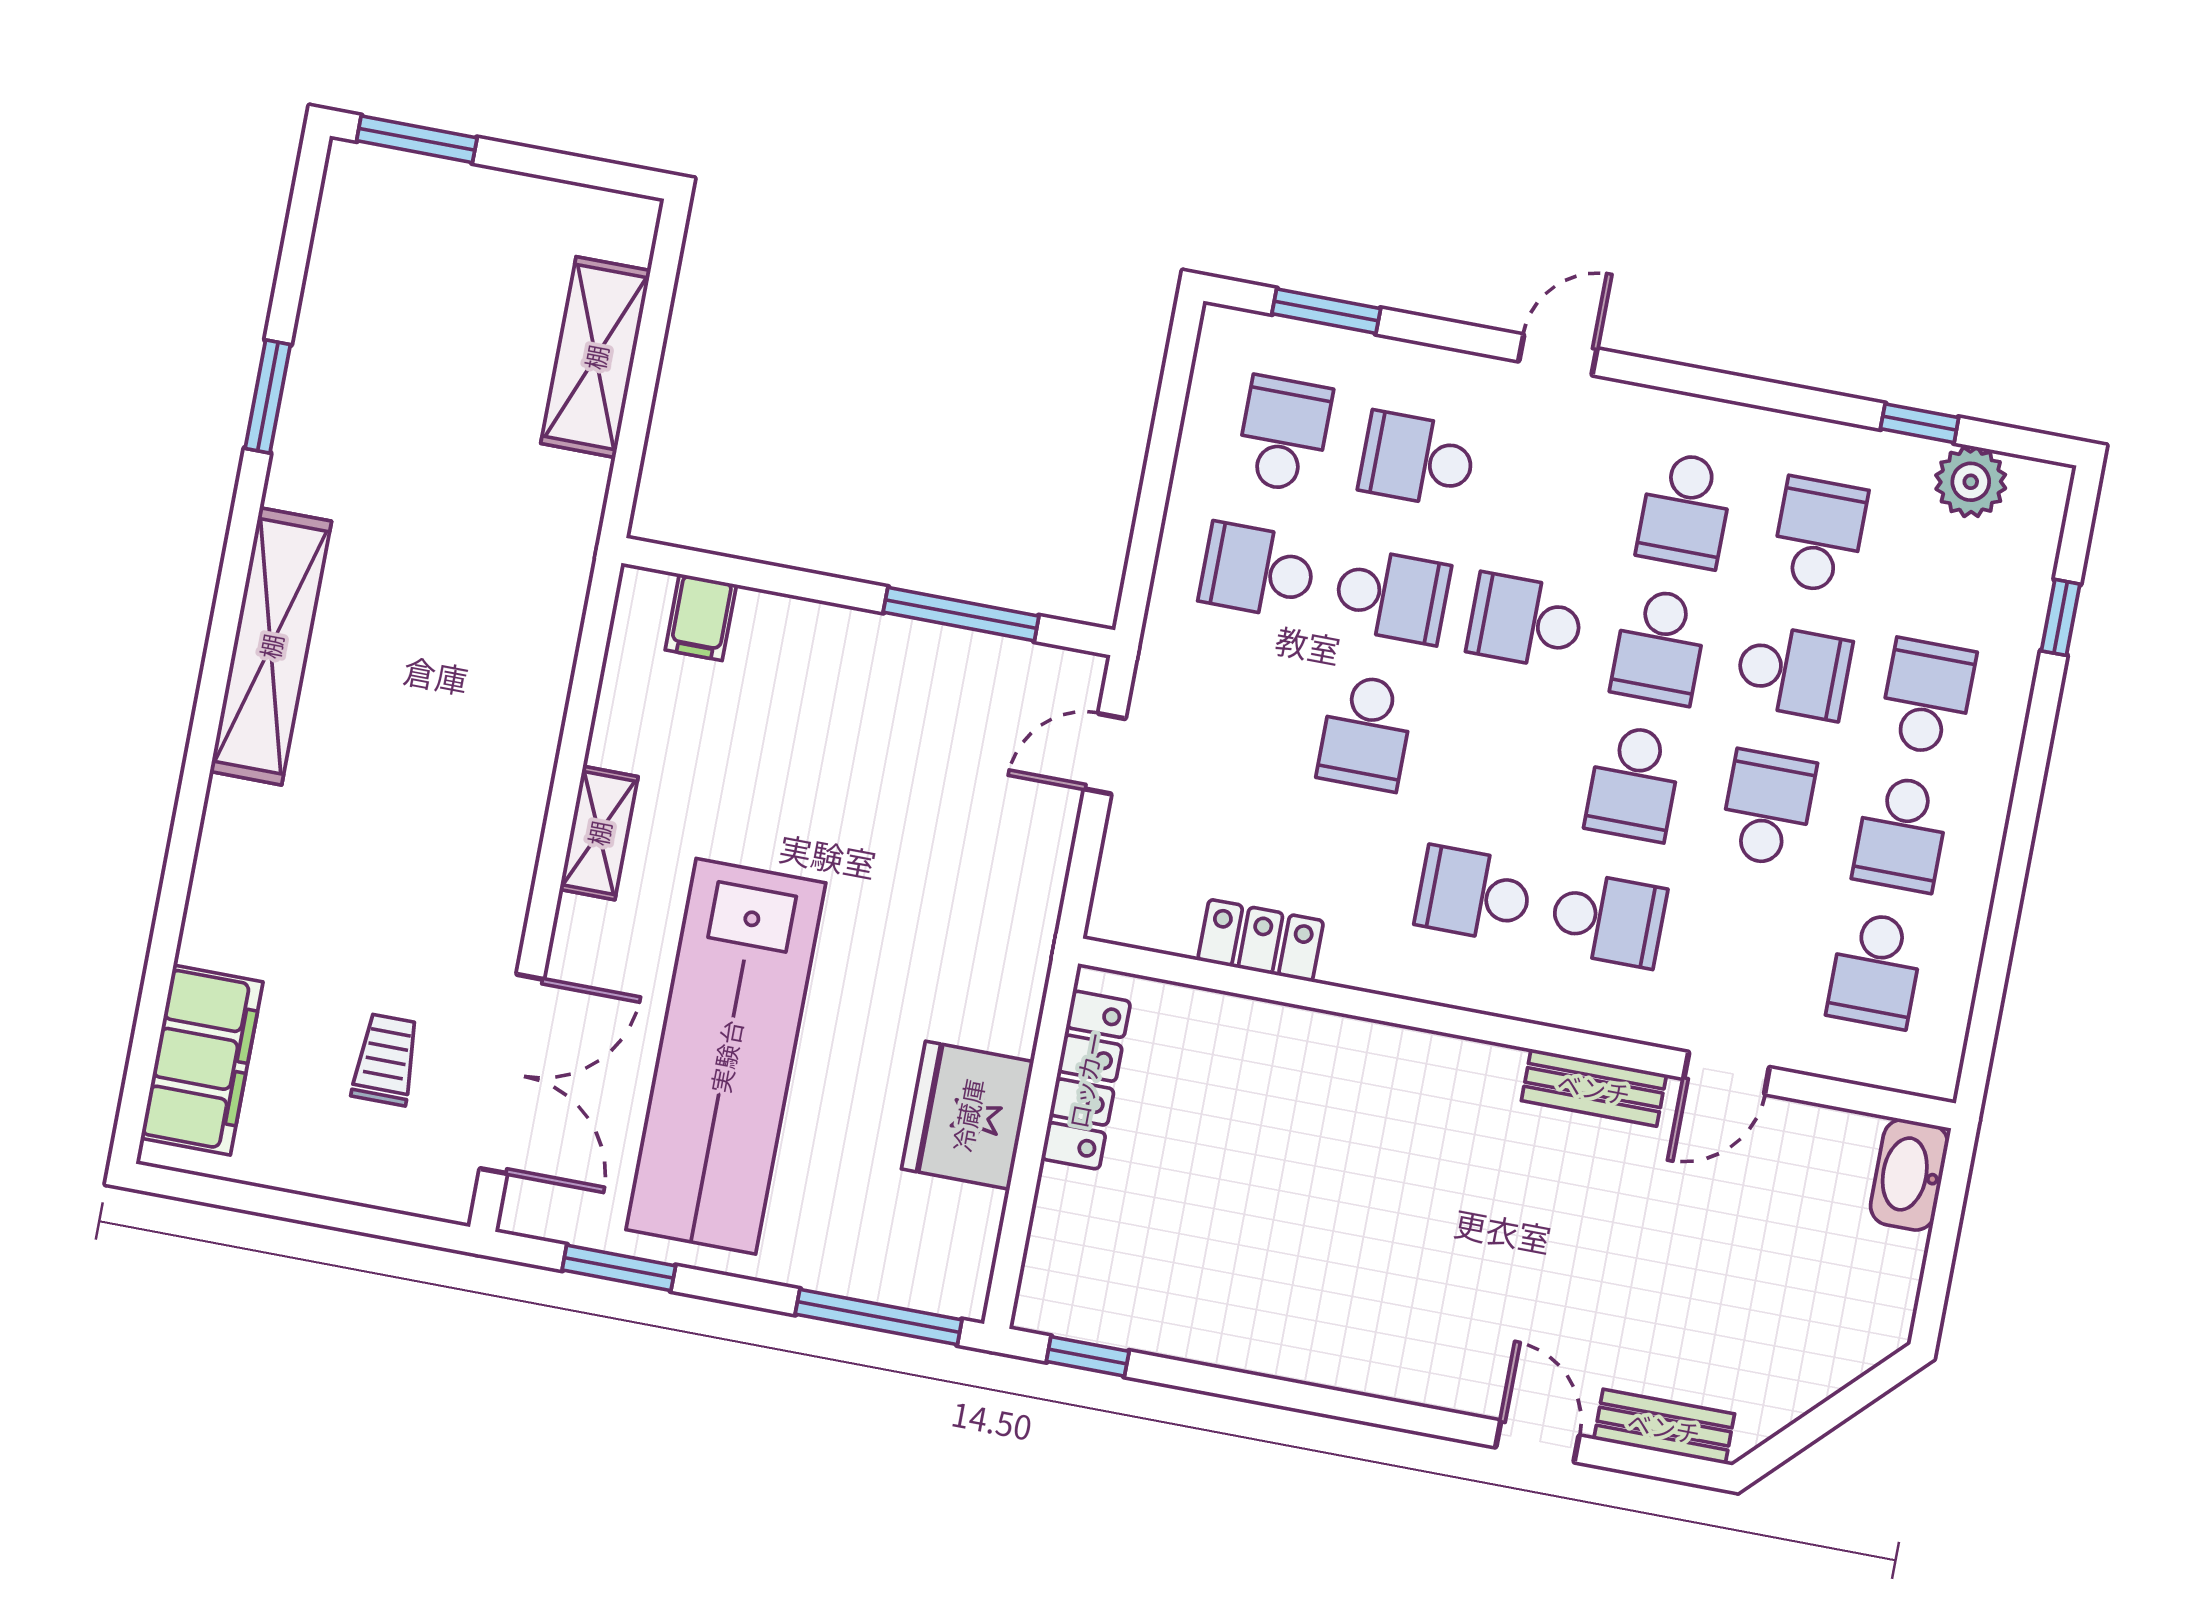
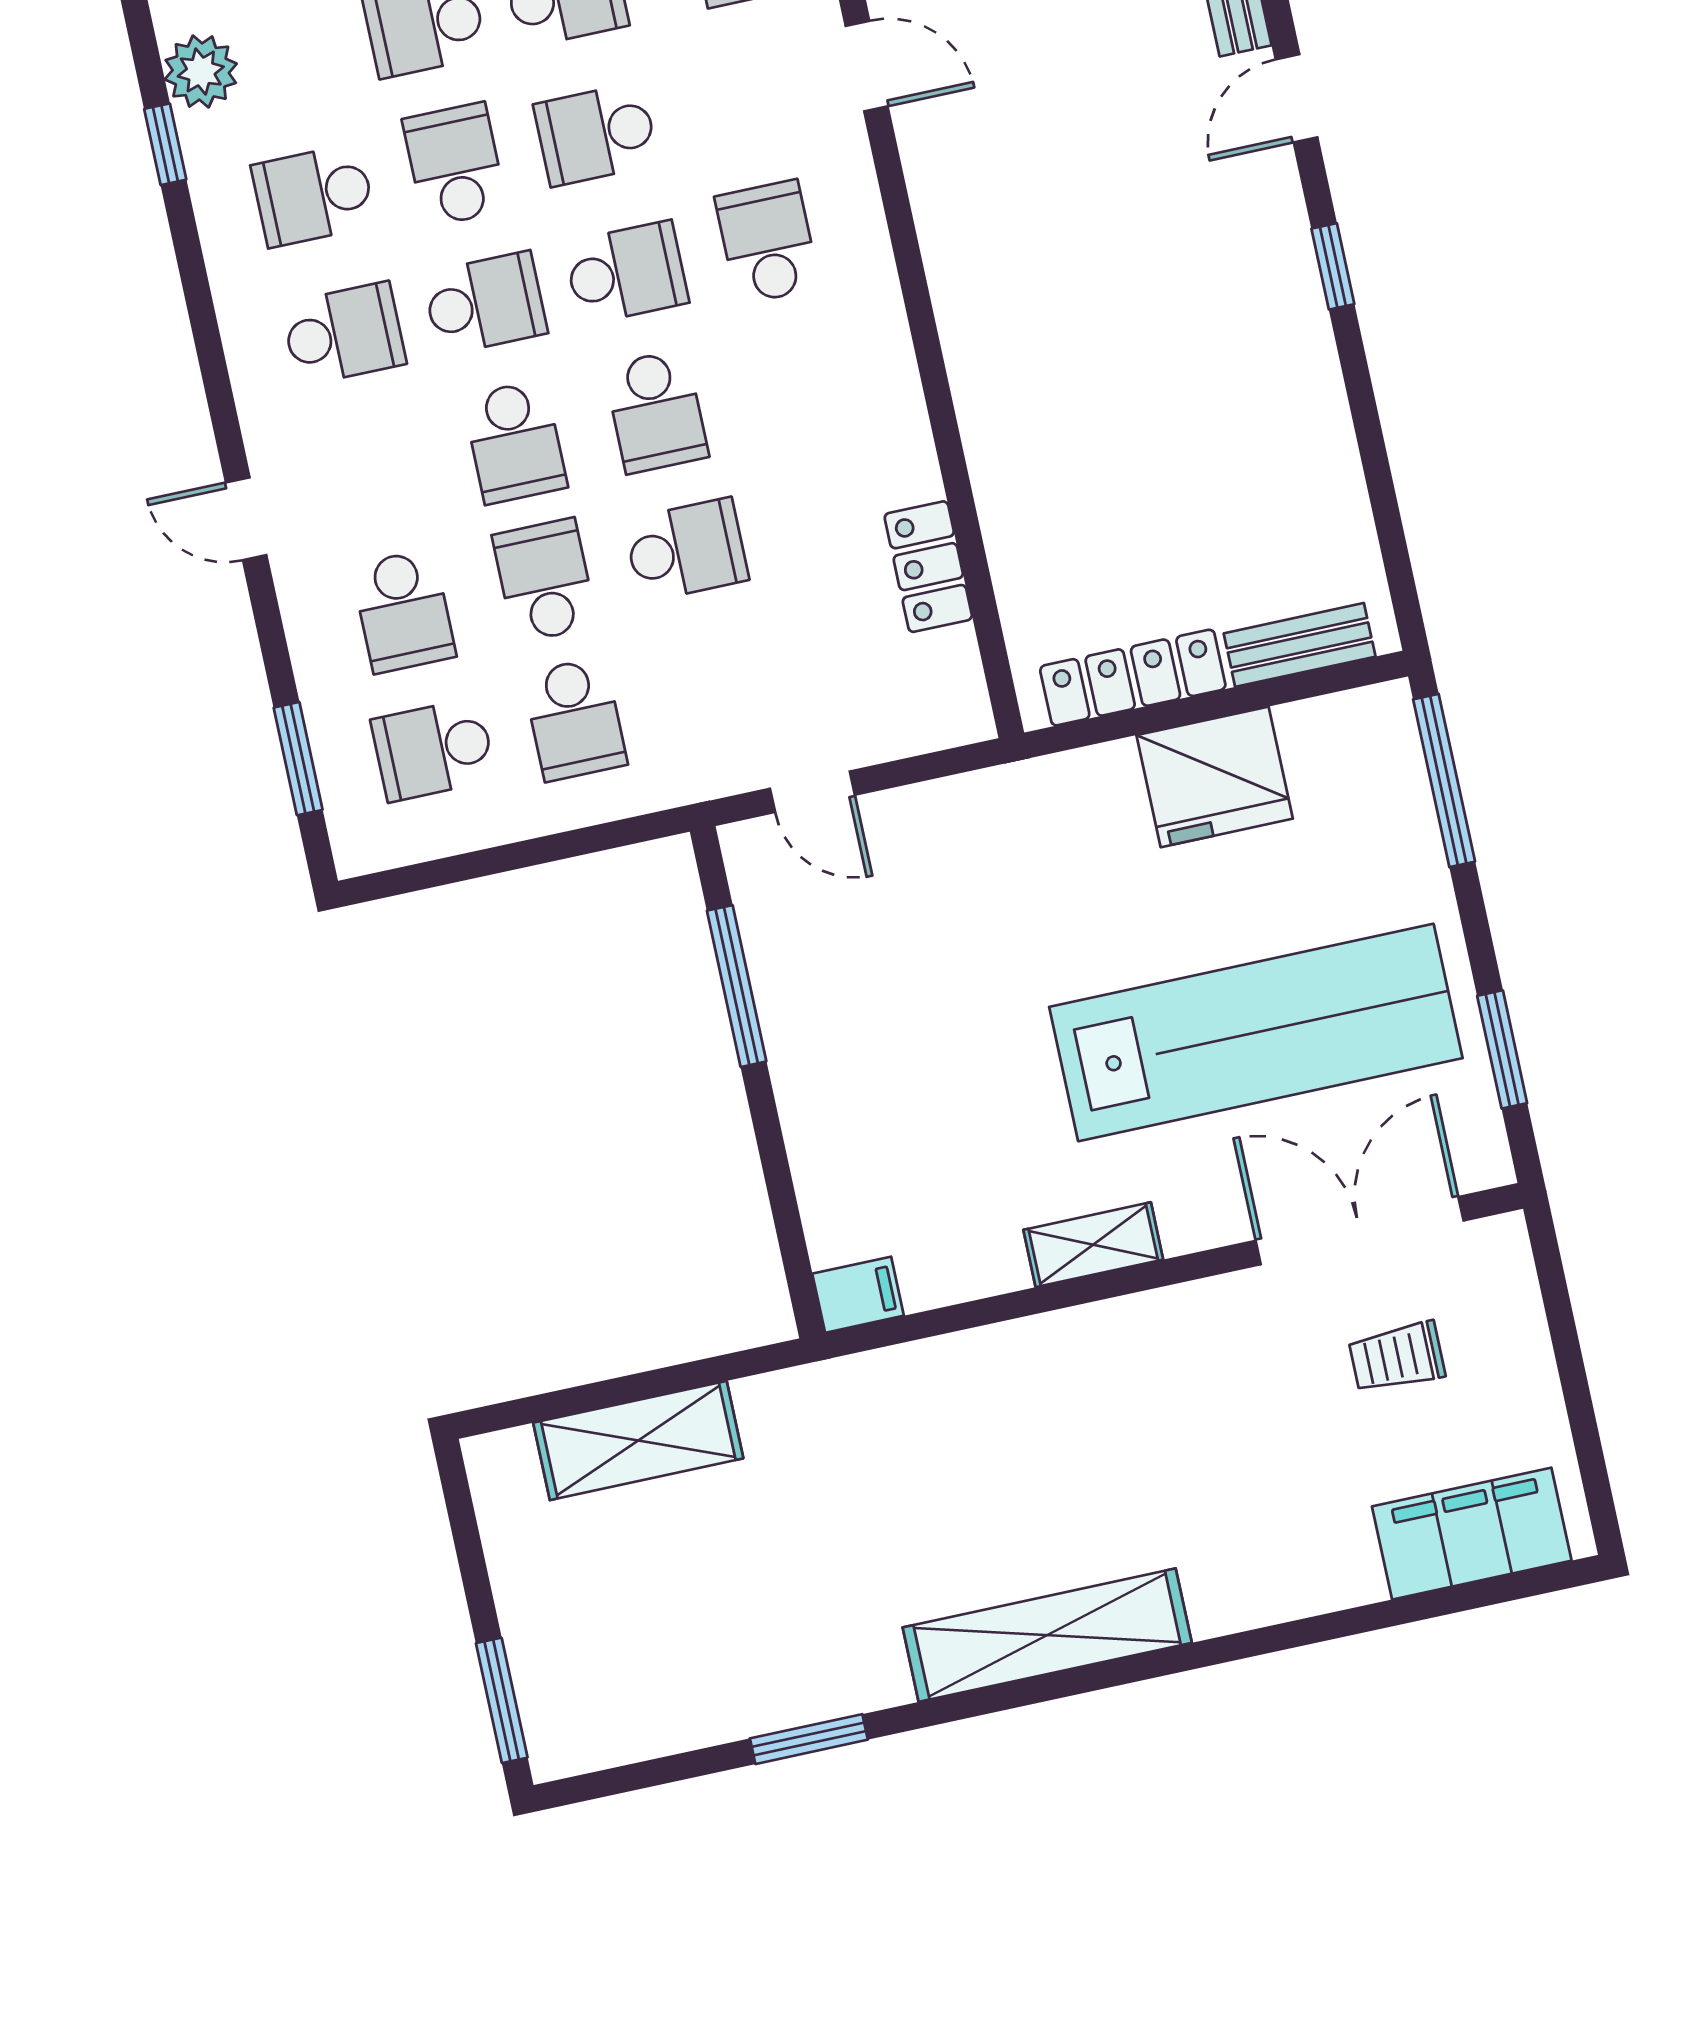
filing cabinet: (701, 617) -> (858, 1295), moved
school desk: (1474, 894) -> (656, 411), moved
bench: (1594, 1088) -> (1300, 645), moved, turned 90
window: (1088, 1356) -> (1333, 266), moved

